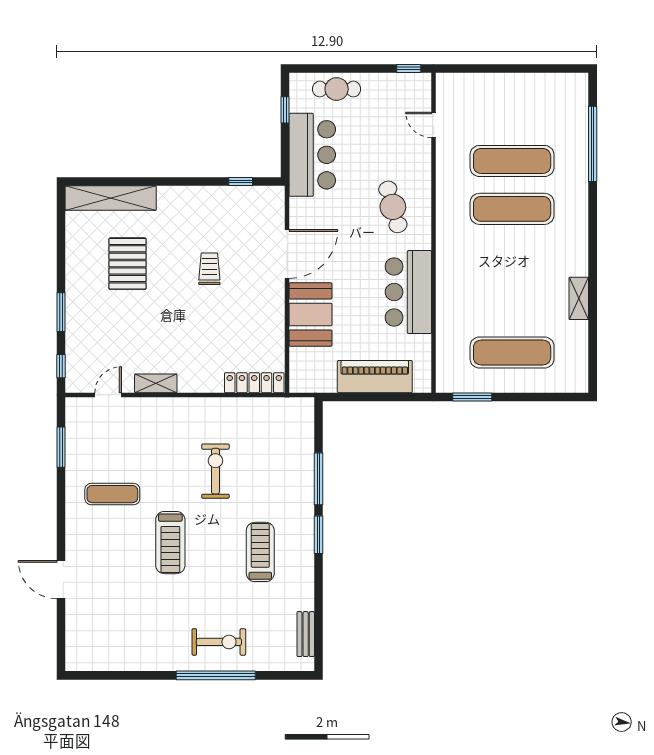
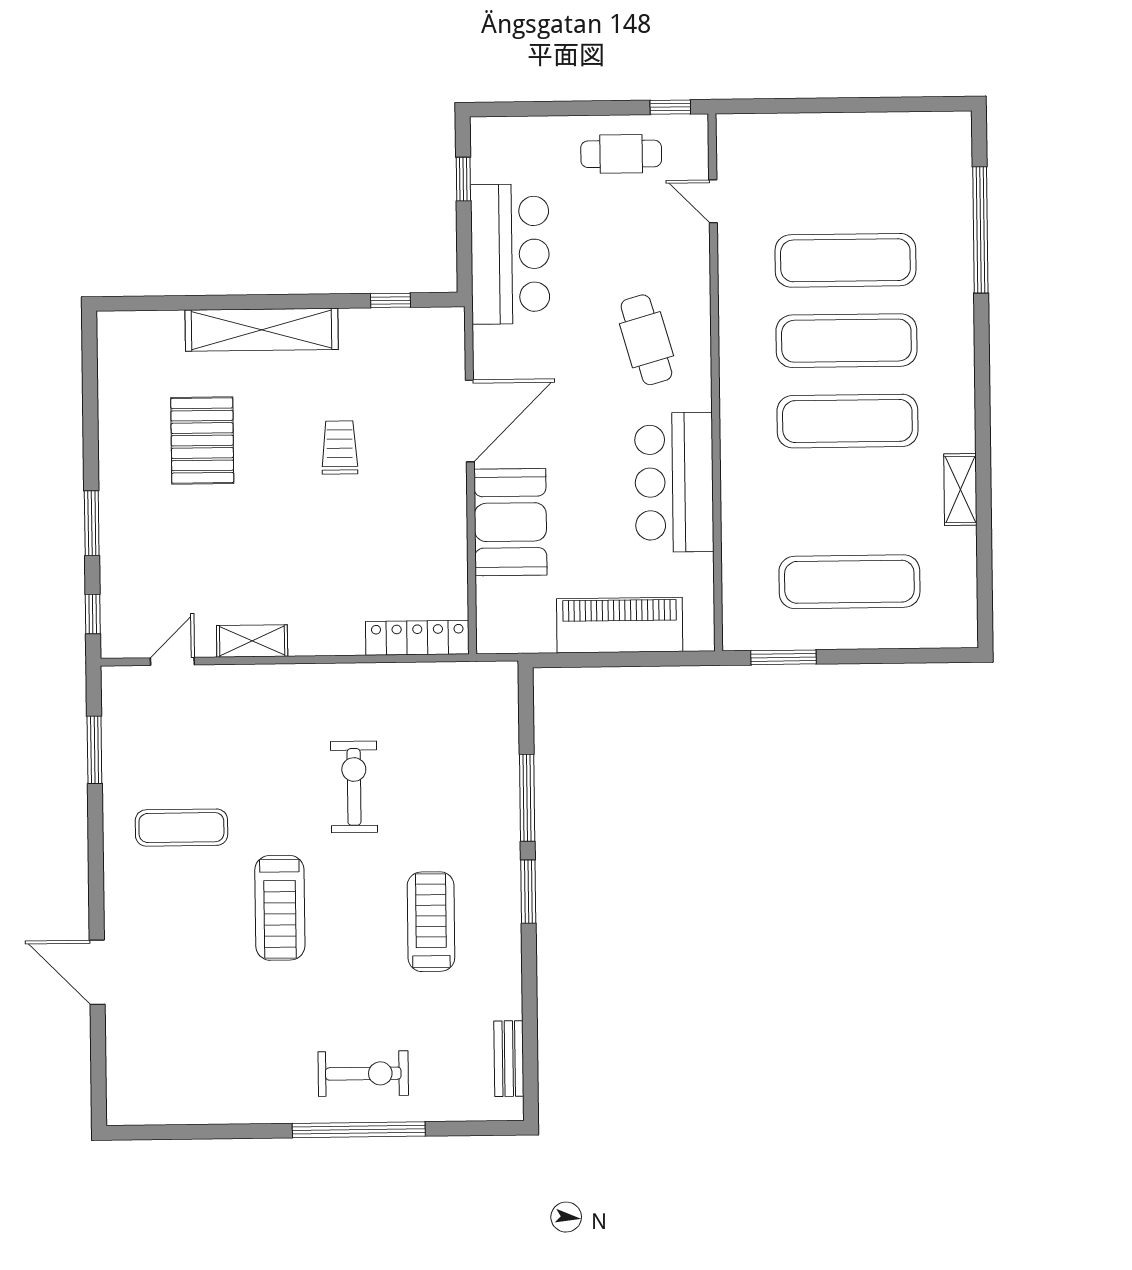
cafe table: (337, 89) -> (621, 154), moved
shelving: (111, 198) -> (262, 330), moved
exercise mat: (512, 257) -> (847, 421), added

